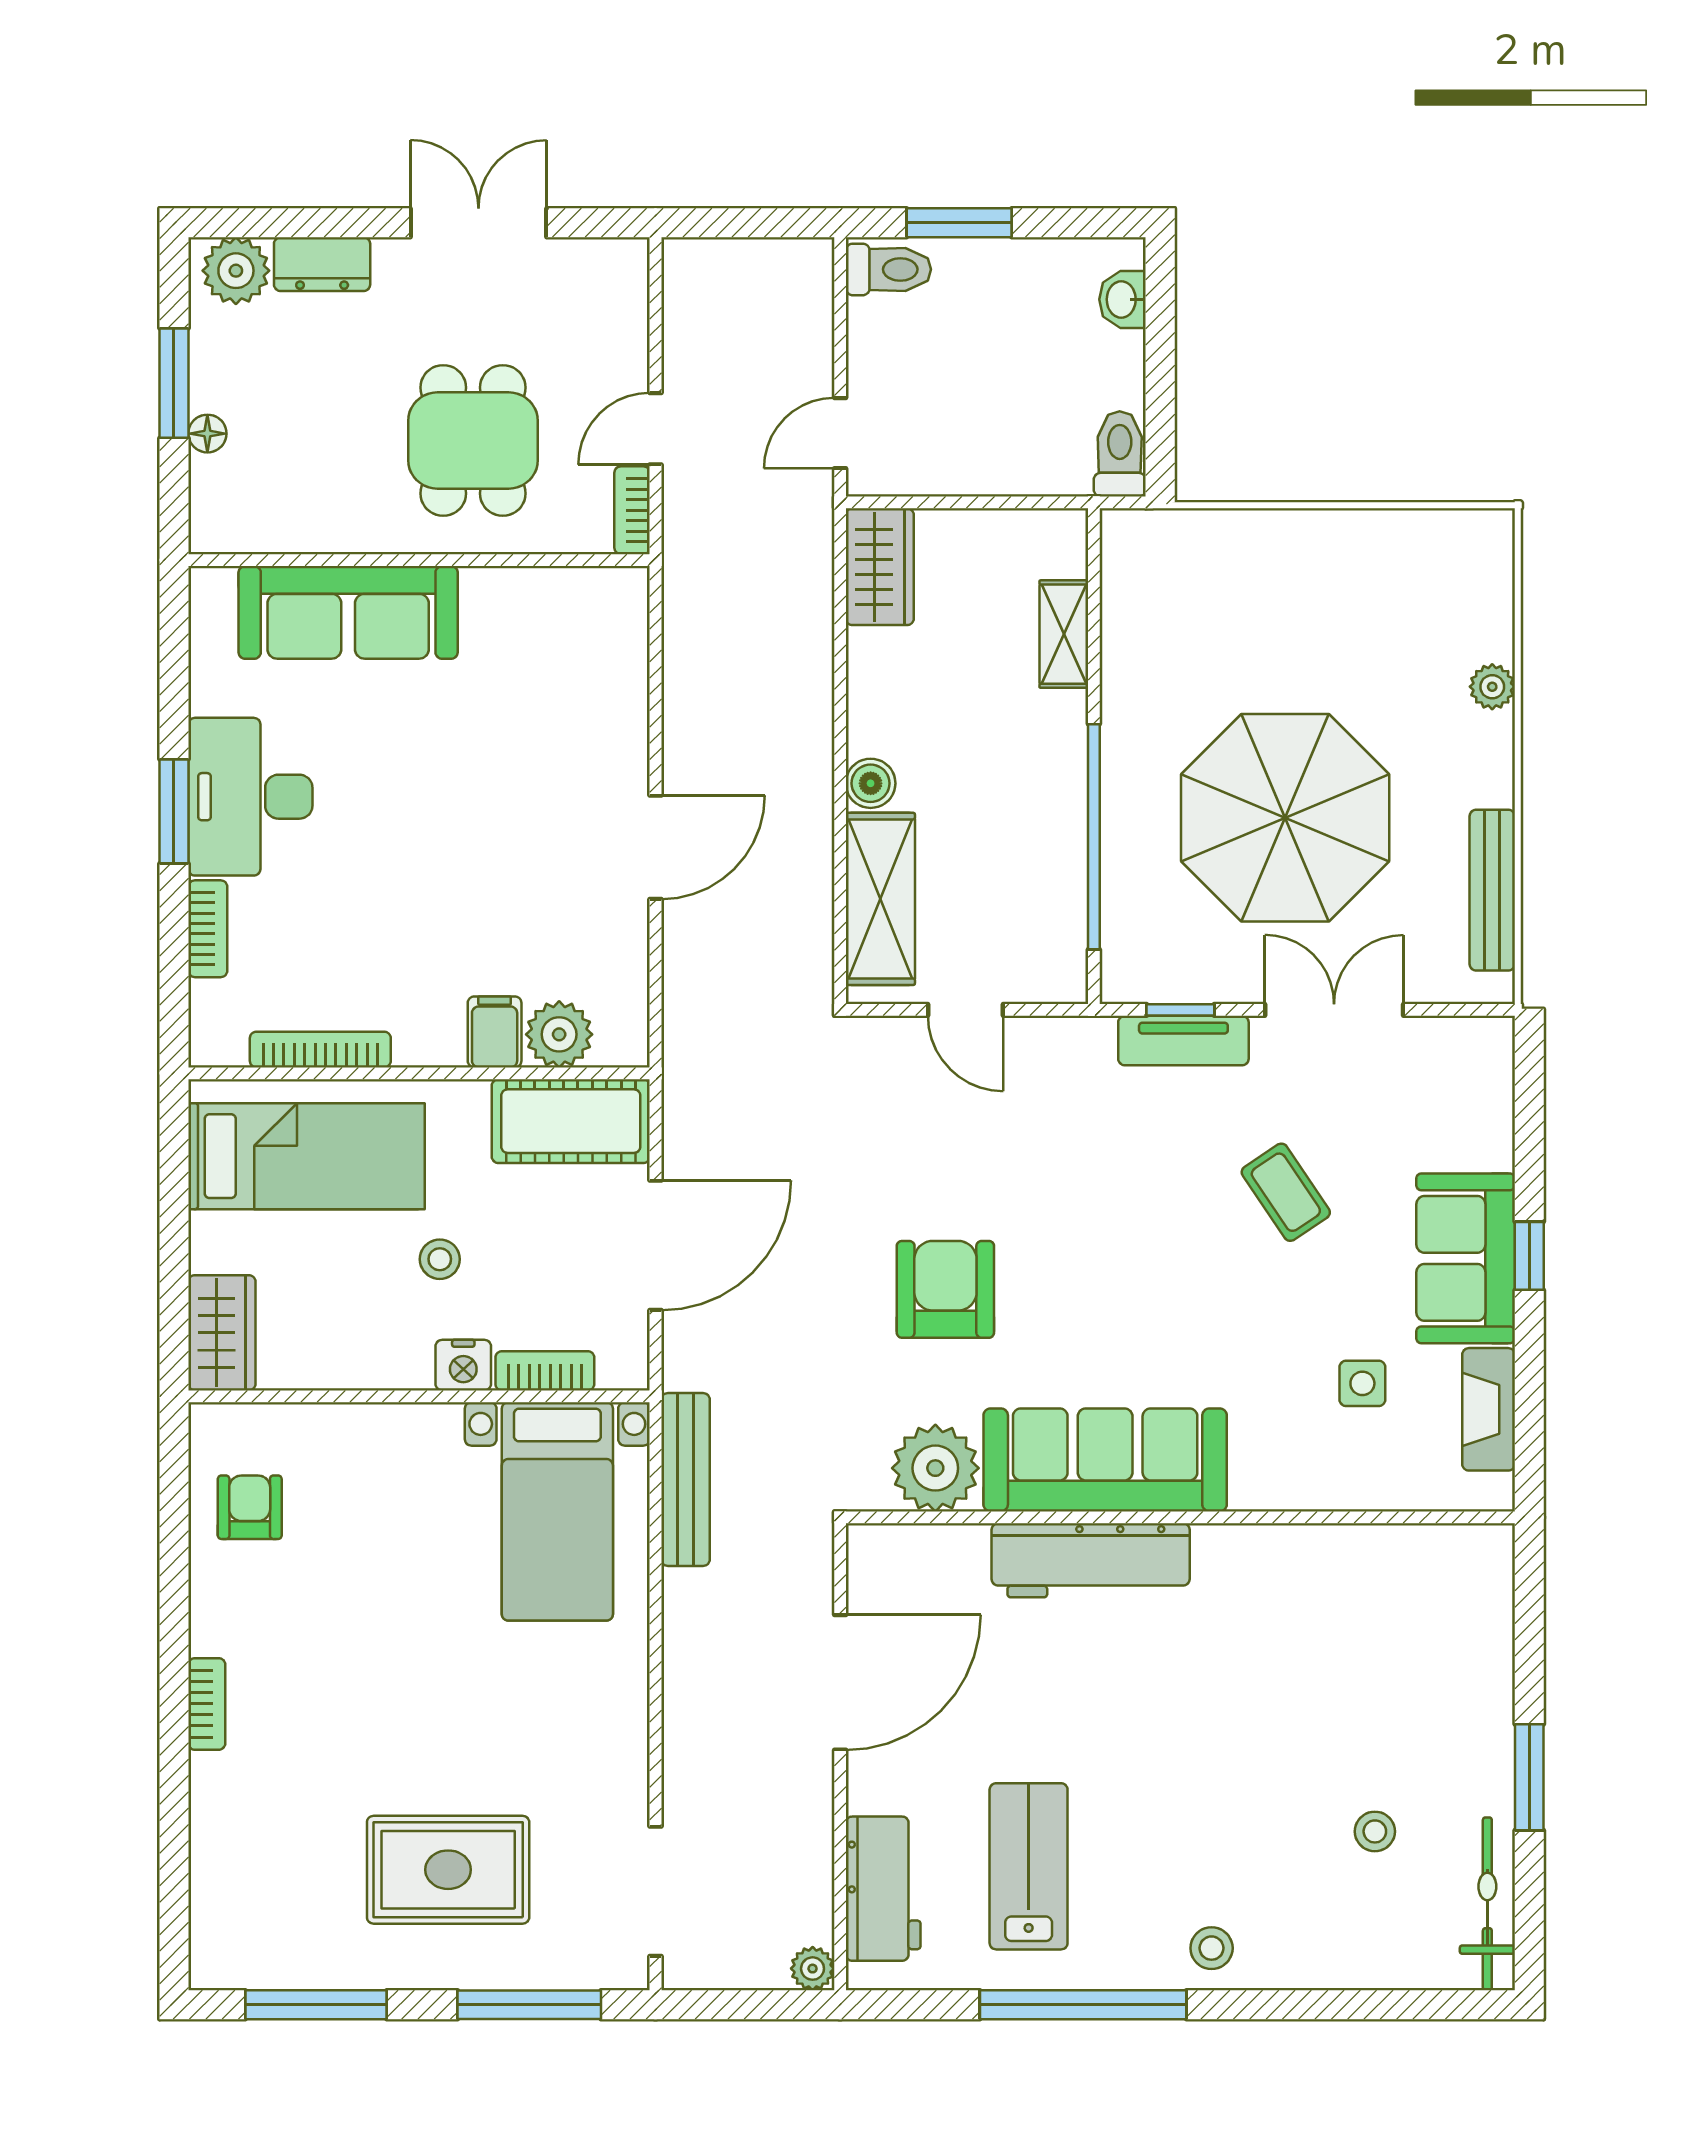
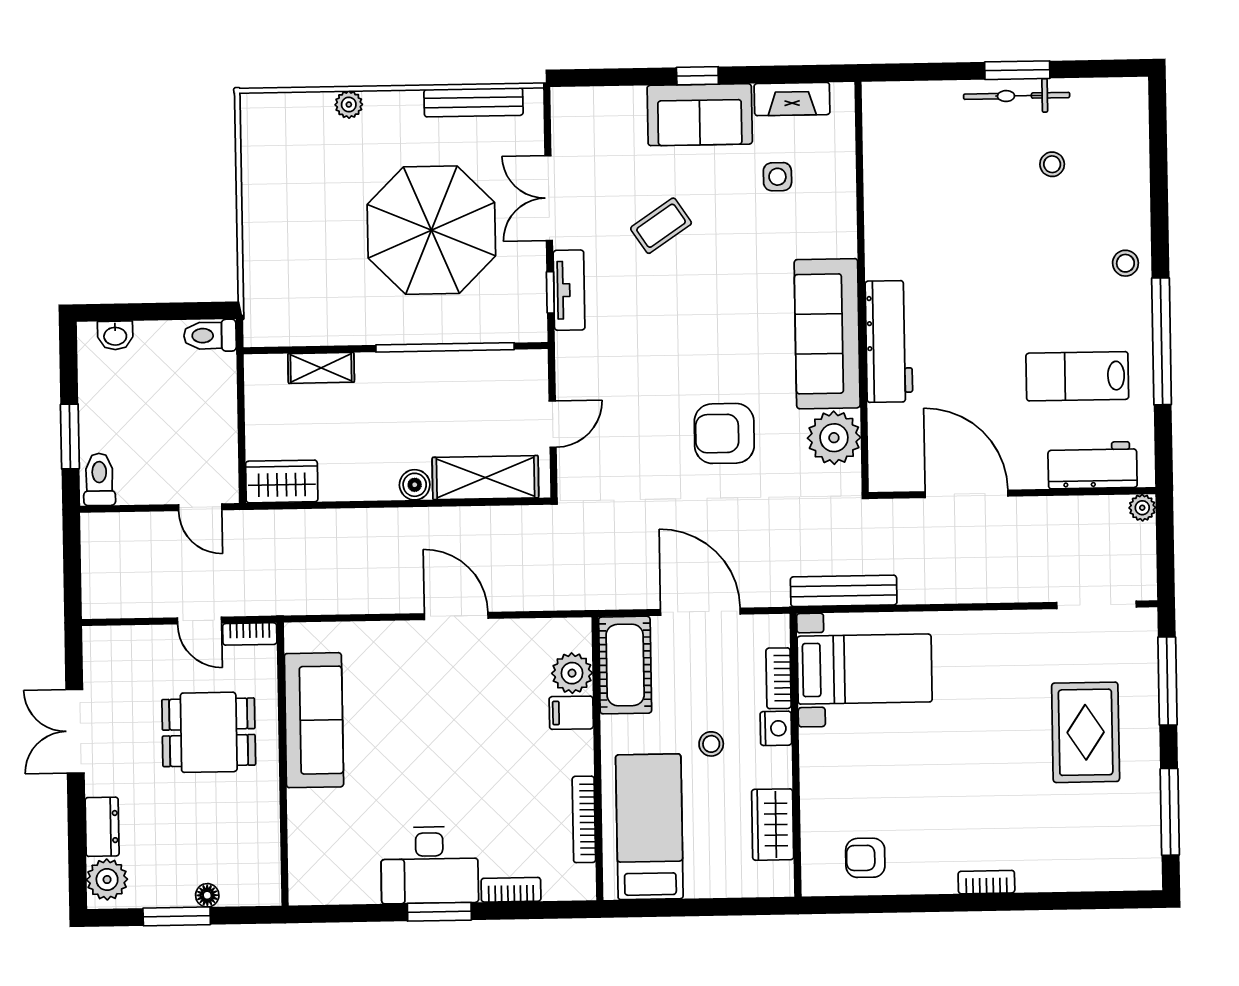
sofa: (348, 612) -> (314, 720), moved
wardrobe: (222, 1333) -> (773, 825), moved, turned -90
bicycle: (1487, 1904) -> (1017, 96), moved

